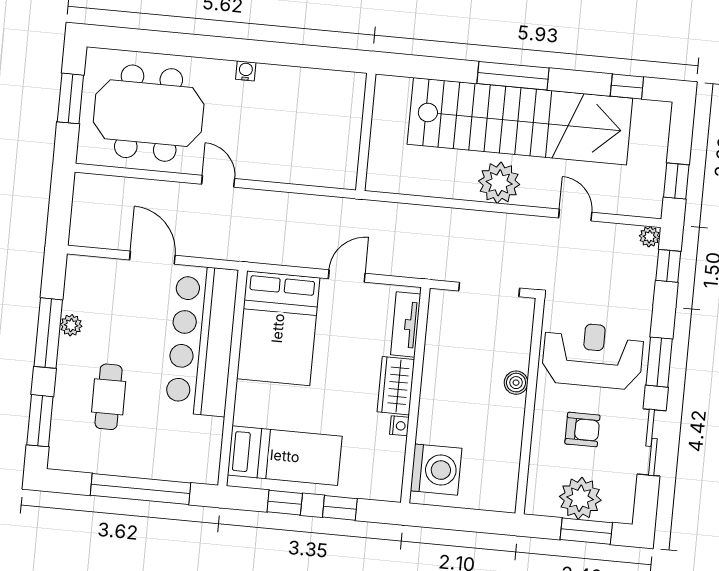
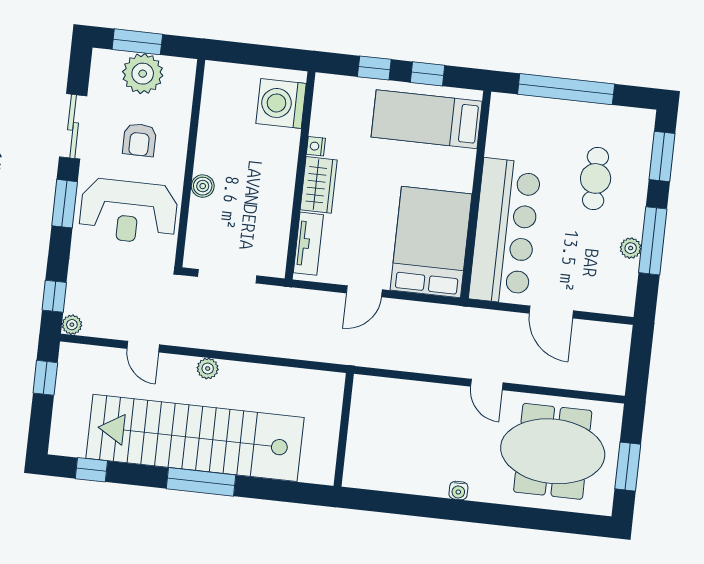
plant: (499, 183) -> (208, 369), width x0.53, depth x0.53
armchair: (582, 430) -> (139, 140), turned -90

